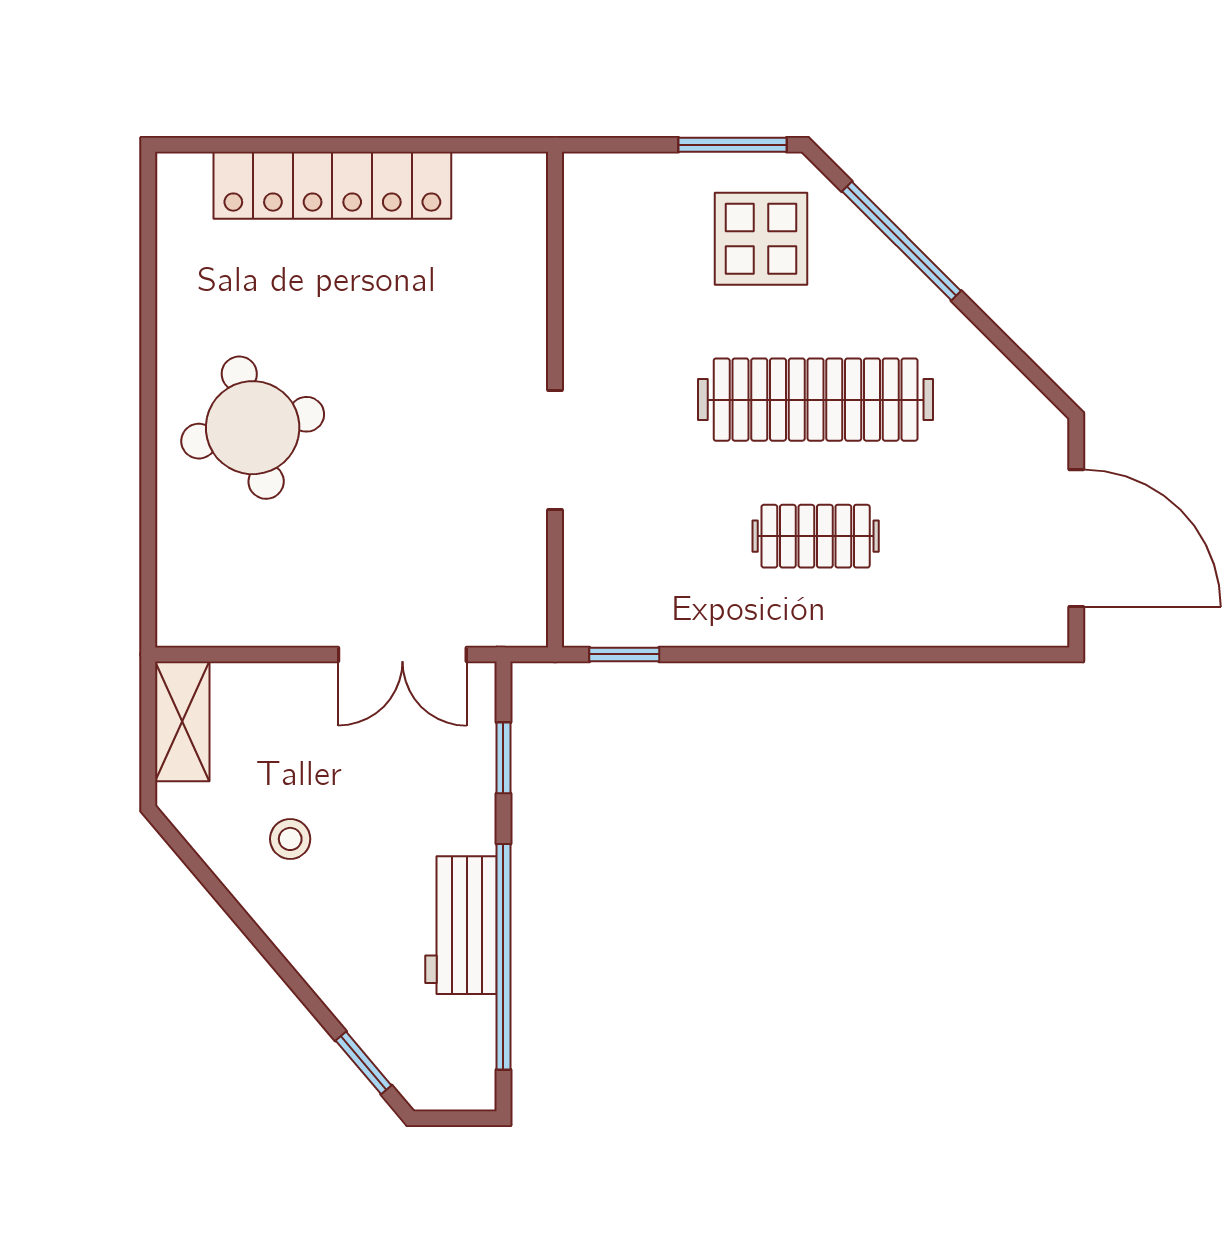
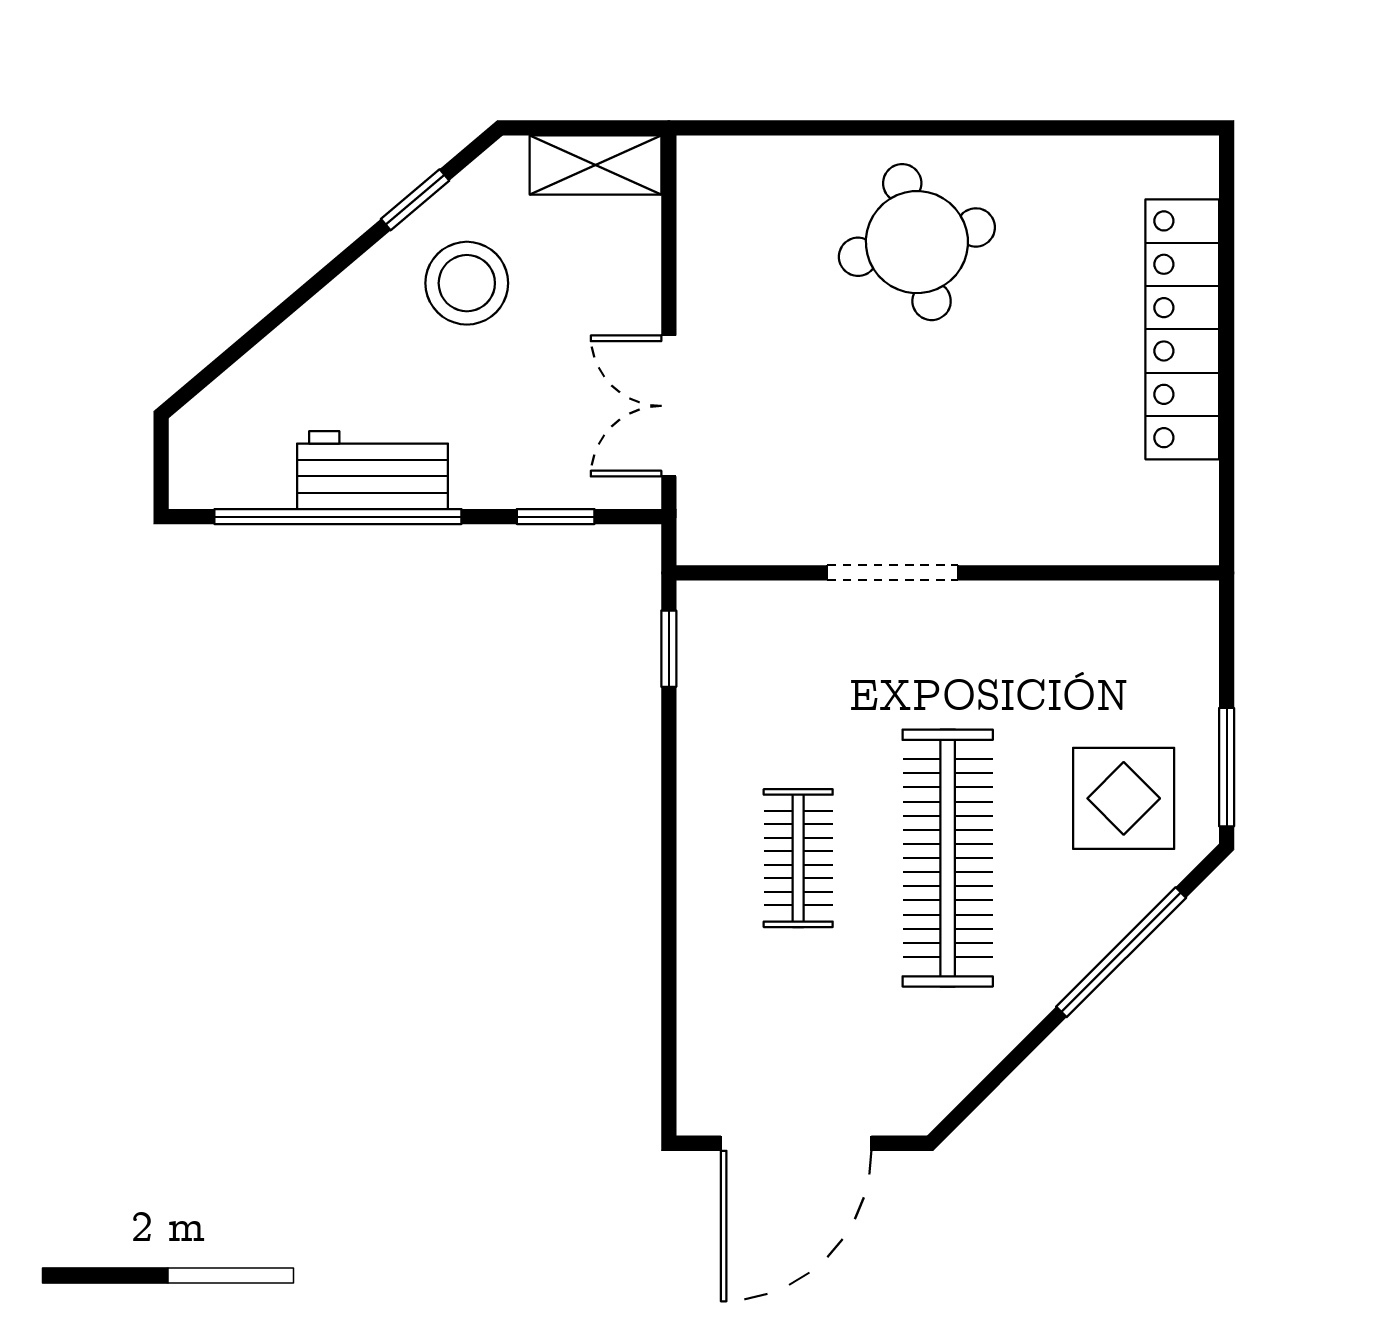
stool: (290, 839) -> (467, 283), width x1.89, depth x1.89
window: (364, 1063) -> (415, 200), moved

